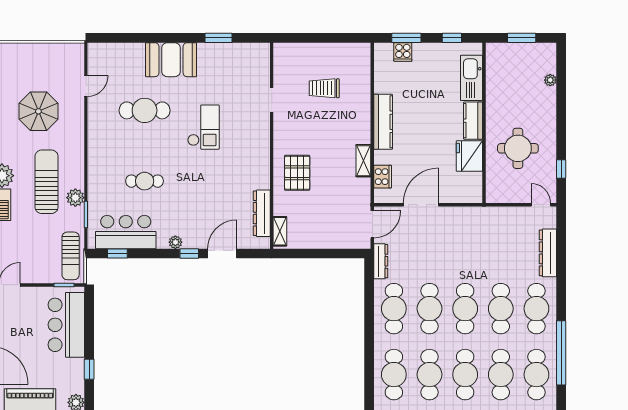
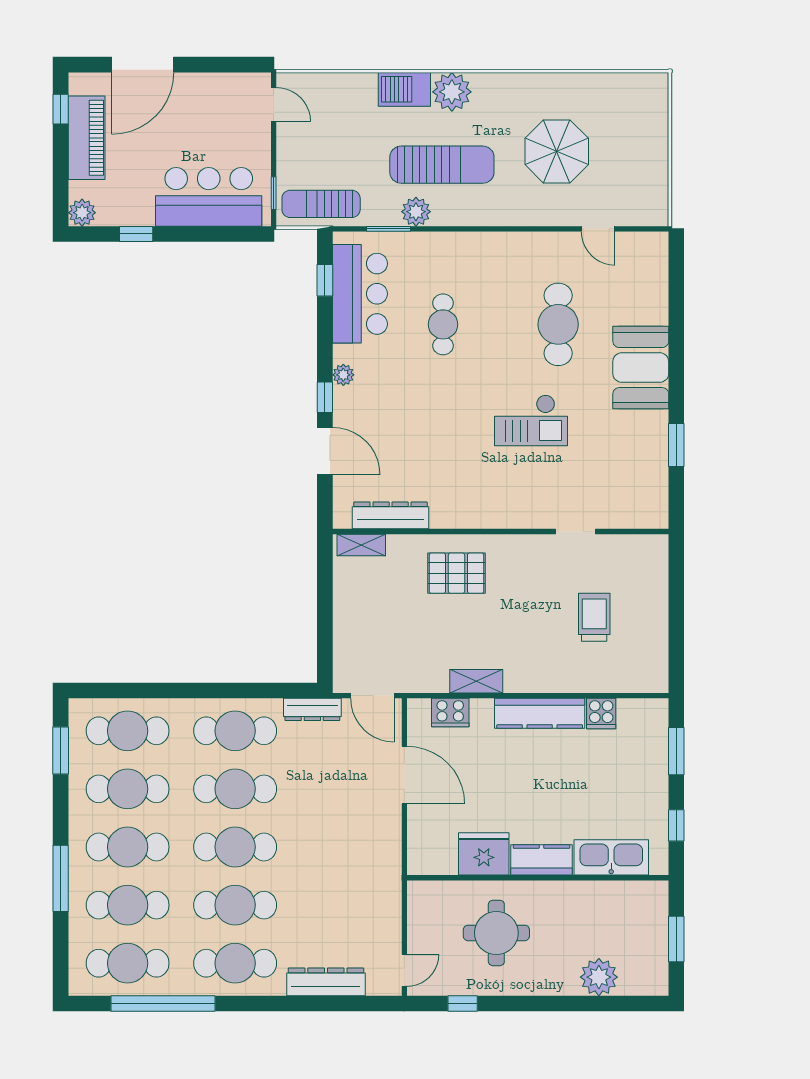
cooker: (403, 52) -> (601, 714), moved, turned -90
plant: (550, 80) -> (599, 977), width x1.88, depth x1.88

